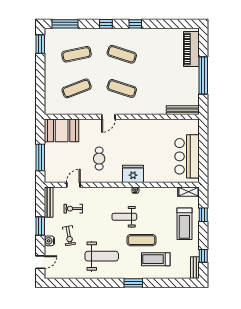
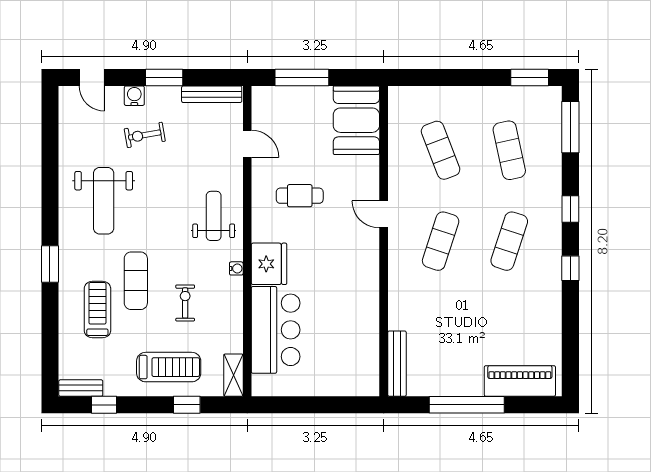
bar counter: (187, 156) -> (276, 330), moved, turned 90
exercise bike: (73, 209) -> (185, 303), moved
weight bench: (124, 217) -> (214, 216), moved
treadmill: (184, 224) -> (169, 367), turned 180

